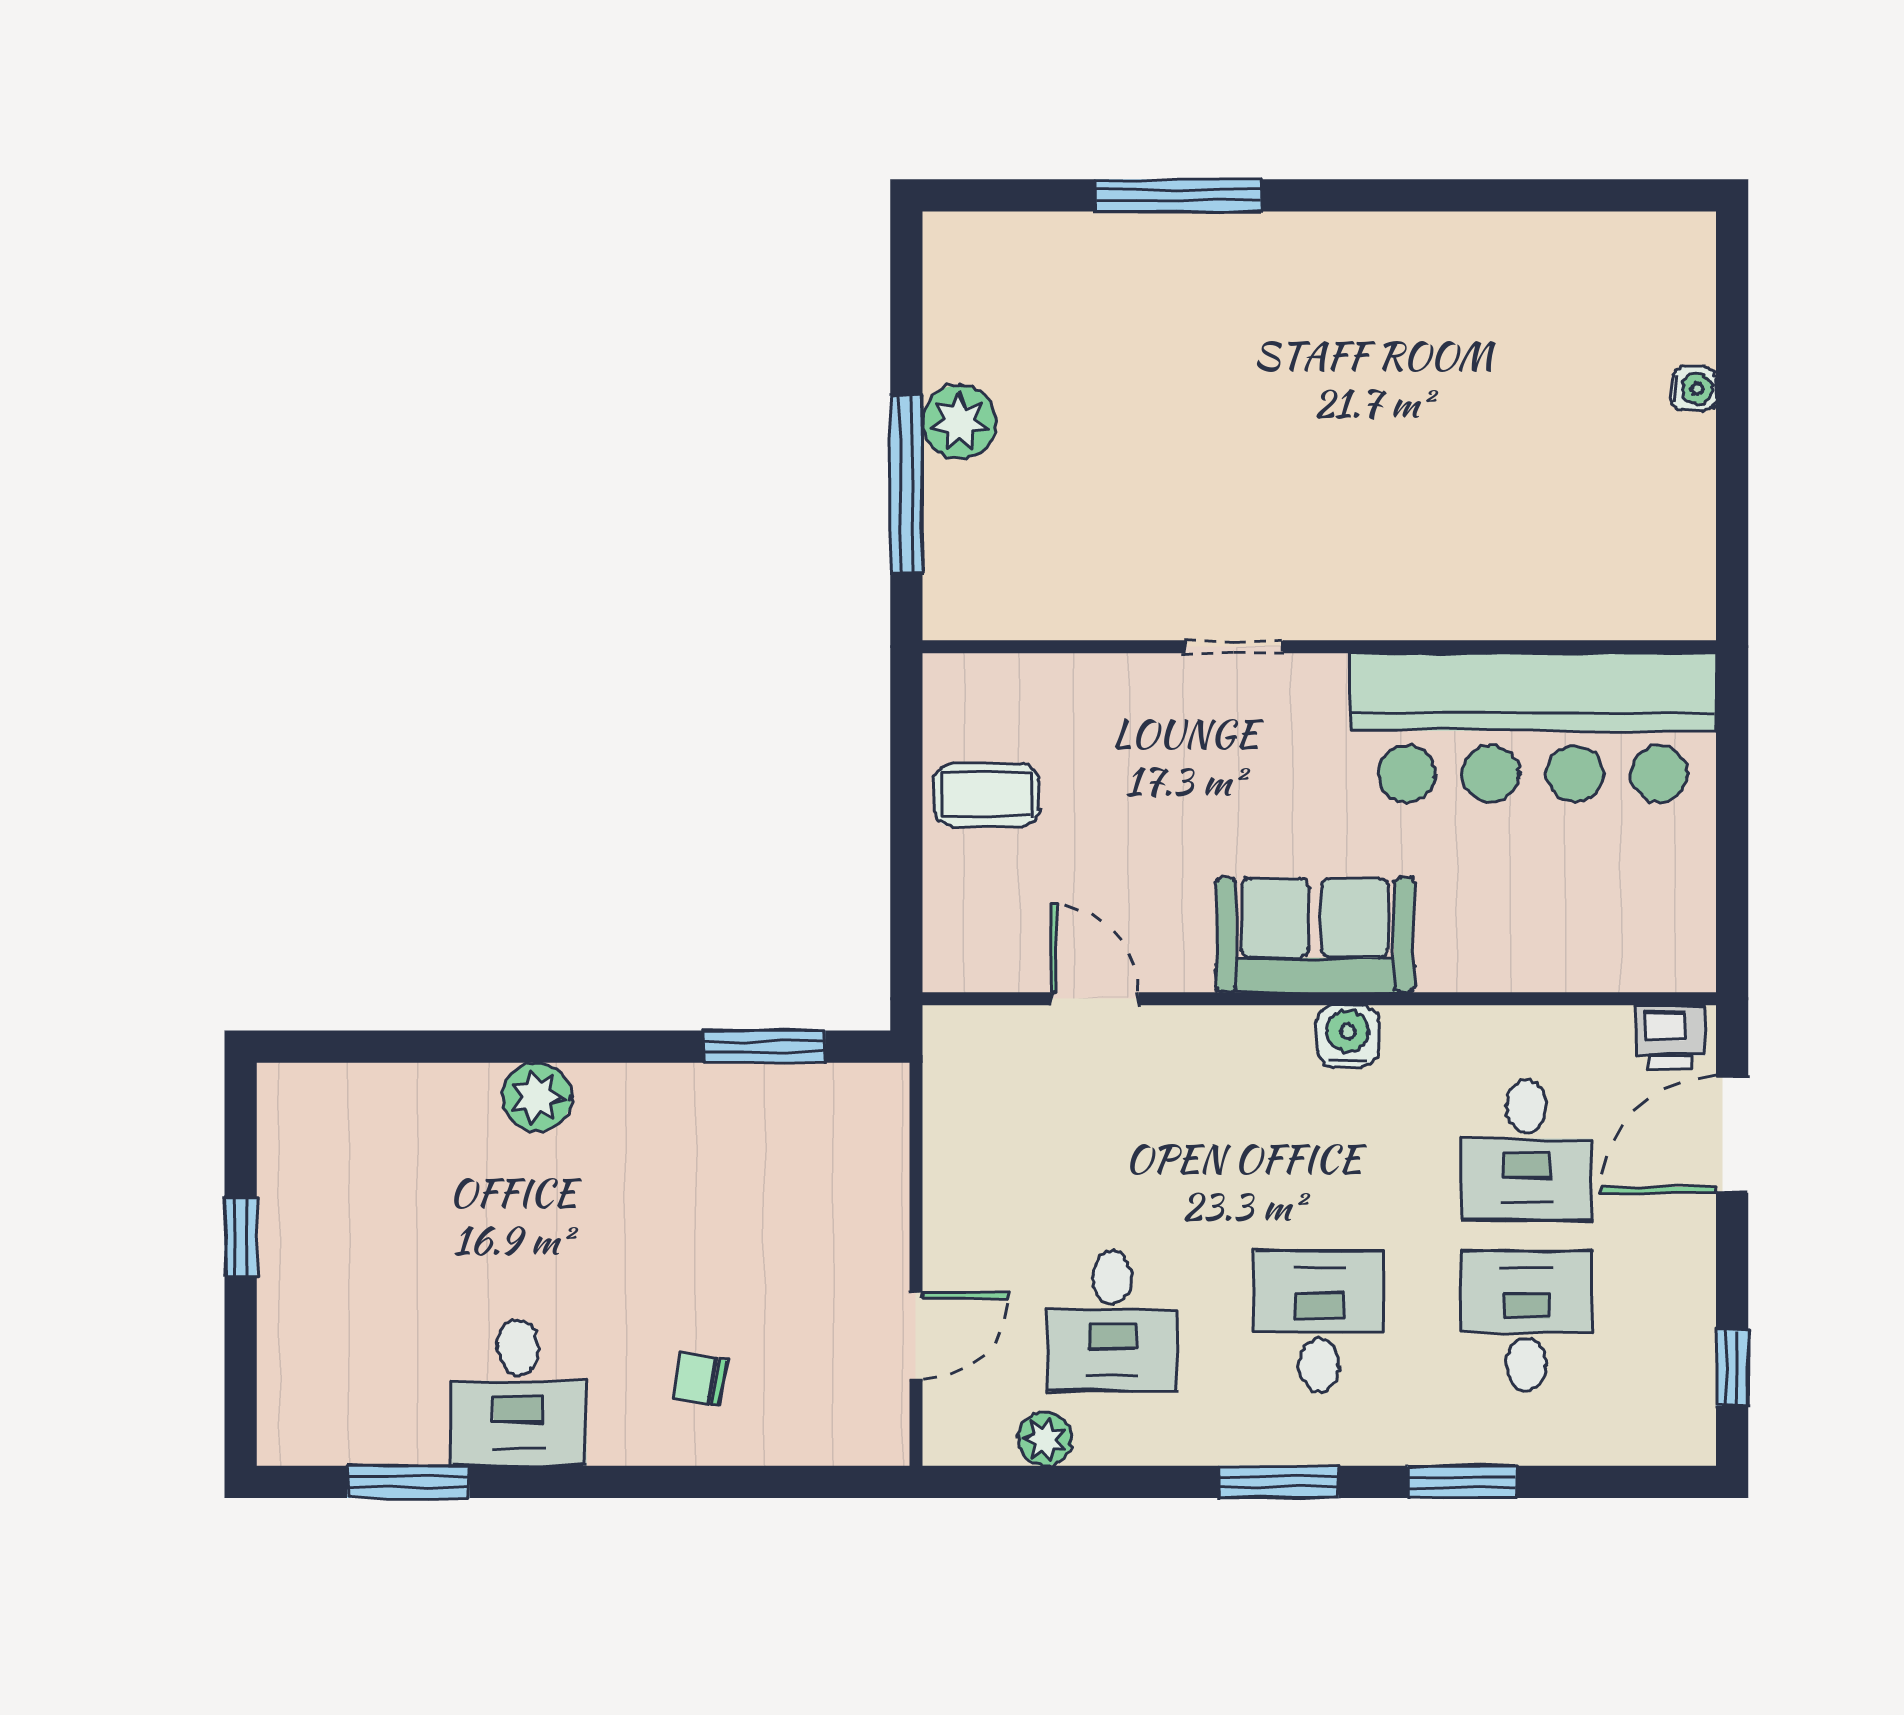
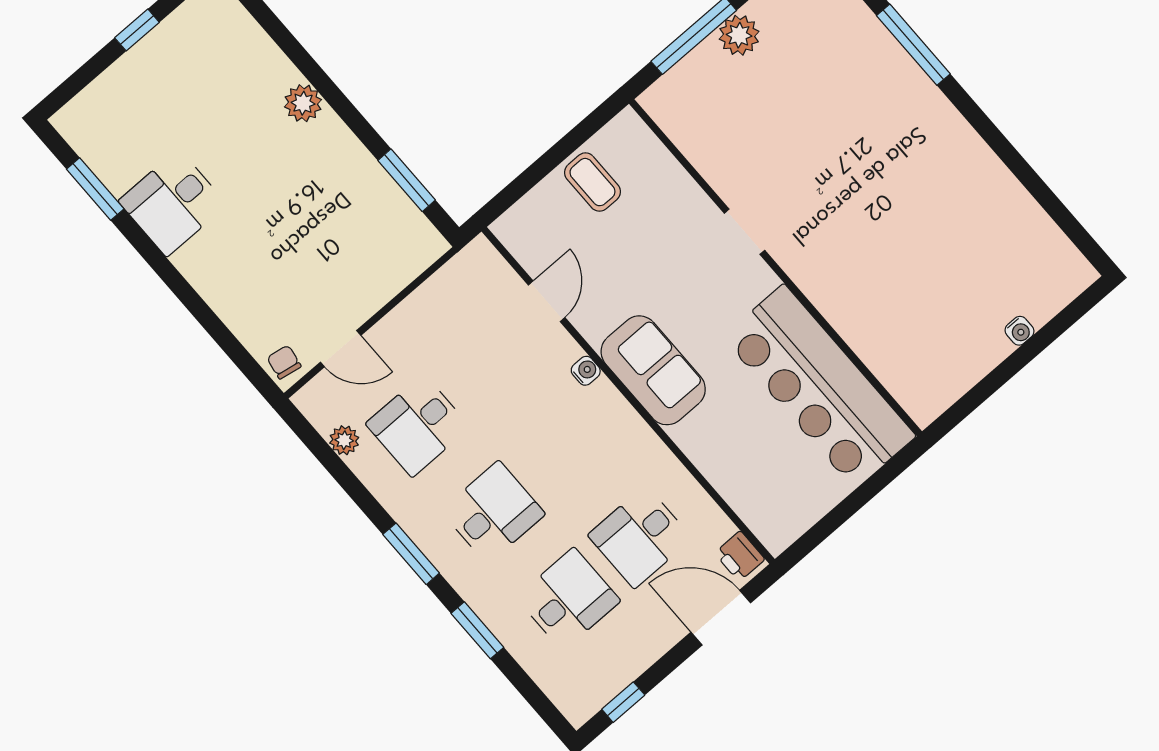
water cooler: (1348, 1036) -> (586, 371), moved, width x0.72, depth x0.72
chair: (700, 1379) -> (284, 362), moved

